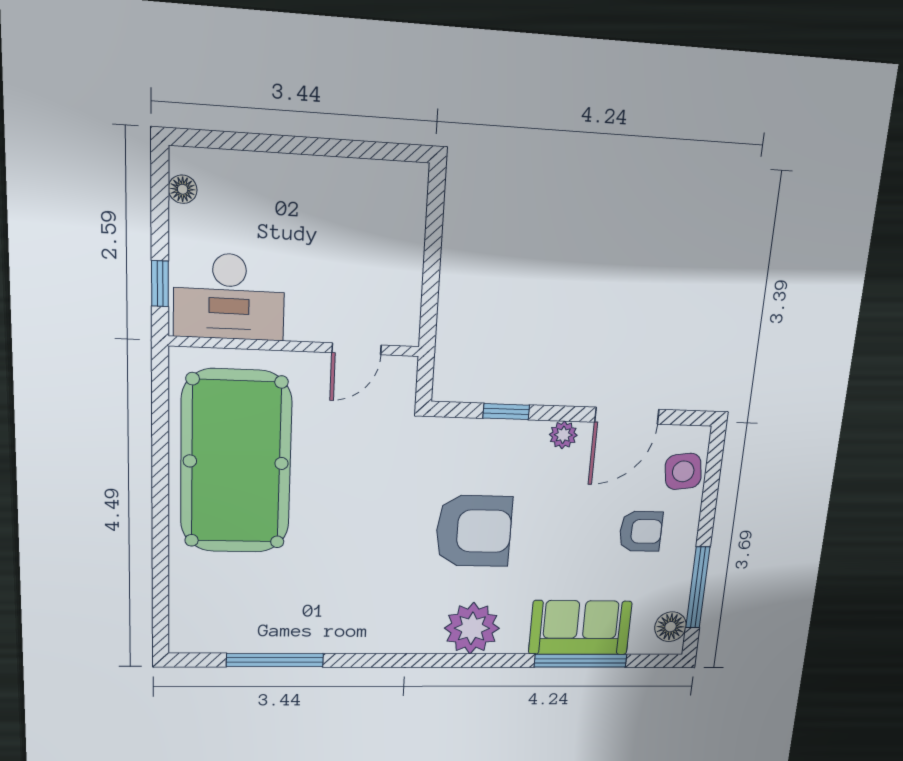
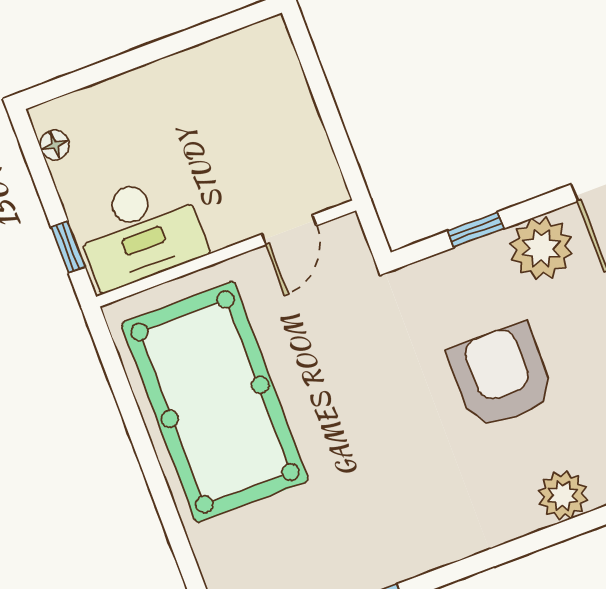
plant: (563, 435) -> (541, 248), width x1.88, depth x1.88
armchair: (474, 531) -> (501, 376), turned -90
plant: (472, 628) -> (563, 495), width x0.73, depth x0.73

